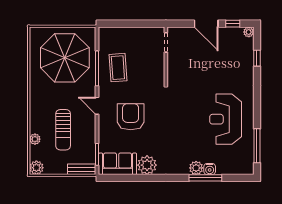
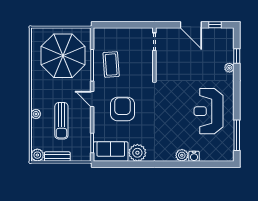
plant: (249, 32) -> (229, 68), moved
plant: (35, 139) -> (36, 114), moved
bench: (82, 169) -> (57, 157), moved
window: (205, 178) -> (190, 164), removed

